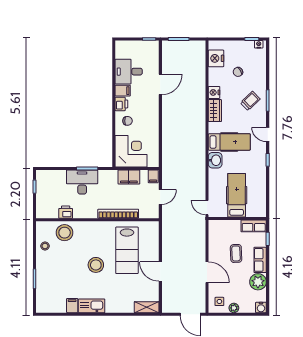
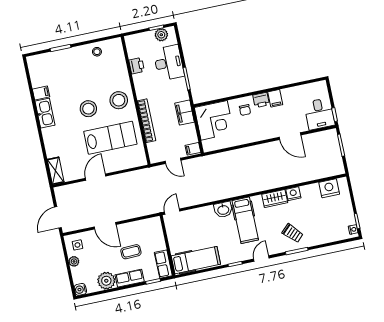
desk: (129, 72) -> (319, 114), moved, turned 180
chair: (238, 72) -> (320, 214), removed
filing cabinet: (129, 177) -> (185, 113), moved
desk: (82, 182) -> (169, 63), moved
plant: (42, 183) -> (161, 35), added
hospital bed: (237, 195) -> (196, 260), moved
stool: (65, 233) -> (119, 100), moved
lab bench: (127, 250) -> (110, 138), turned 180
door: (207, 272) -> (105, 226), hinge flipped

